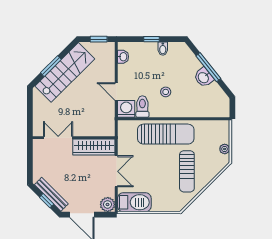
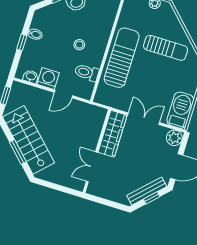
washing machine: (126, 109) -> (48, 78), moved, turned 90

